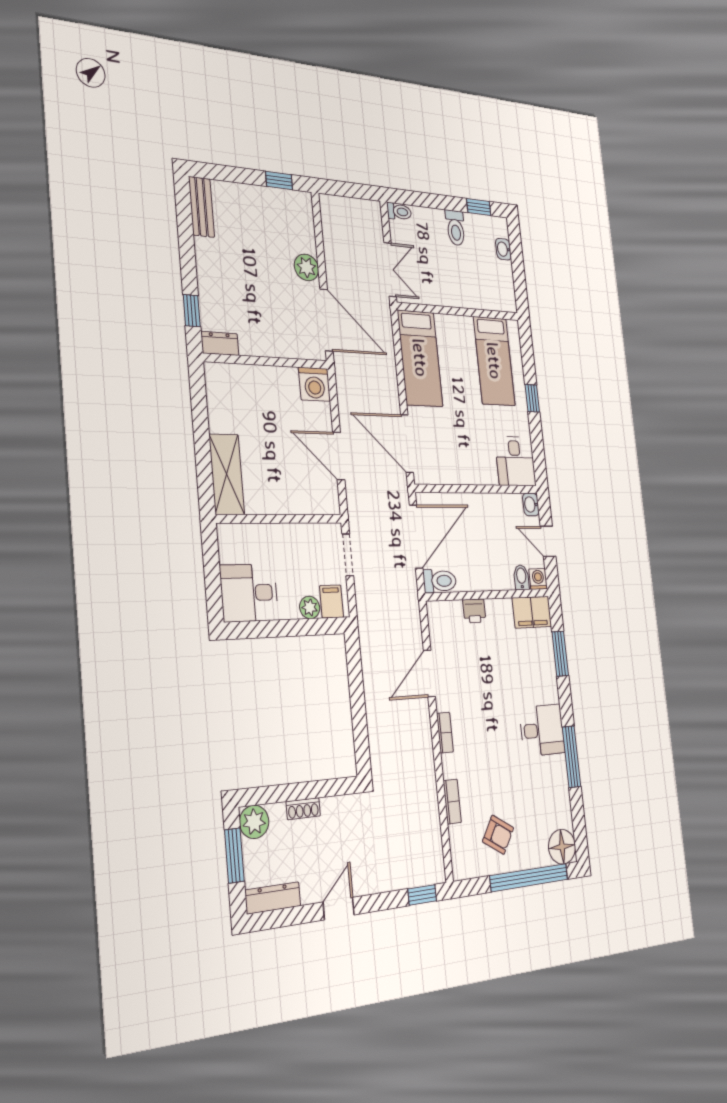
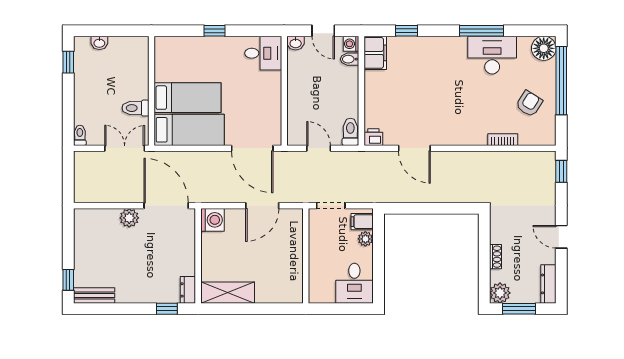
window: (279, 180) -> (68, 280), moved
toilet: (455, 228) -> (135, 108), moved, turned 180
door: (326, 320) -> (166, 206), hinge flipped
bed: (494, 361) -> (188, 98), moved
door: (407, 444) -> (252, 148), hinge flipped
shelving: (227, 474) -> (228, 293), moved
door: (416, 536) -> (319, 148), width x0.53
door: (548, 541) -> (323, 31), hinge flipped
printer: (474, 611) -> (373, 137), moved, turned -90
window: (560, 654) -> (407, 31), width x0.67
desk: (542, 730) -> (492, 55), moved, width x1.37
bookcase: (445, 733) -> (456, 140), removed

